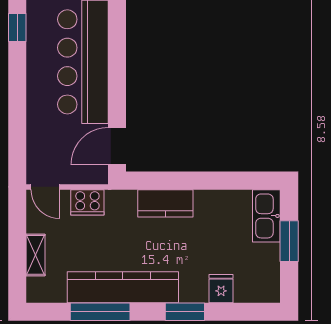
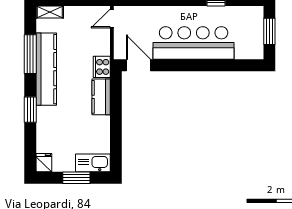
cooker: (87, 202) -> (102, 67), moved
shelving: (36, 255) -> (50, 12), moved
fridge: (221, 289) -> (44, 163), moved, turned -90

